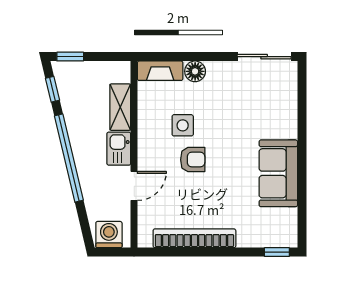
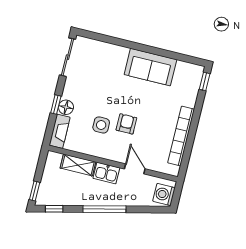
window: (195, 57) -> (56, 104), added
window: (69, 158) -> (104, 209), width x0.68

